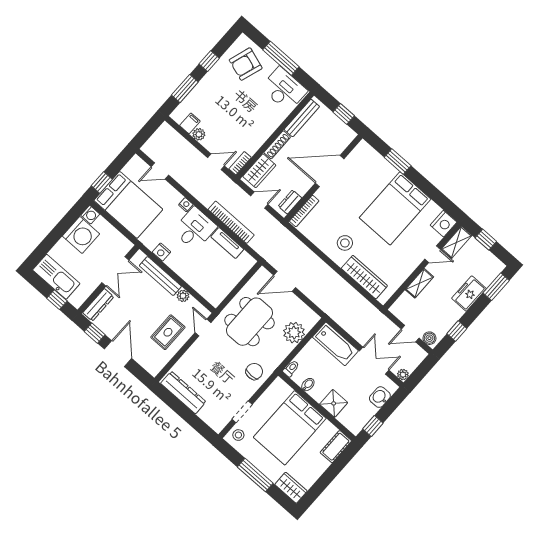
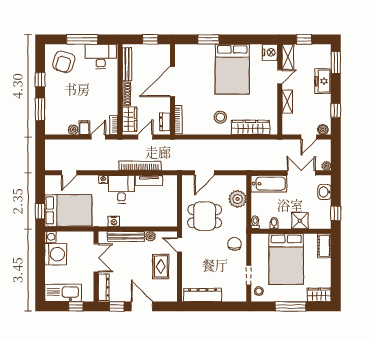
filing cabinet: (190, 123) -> (84, 128), moved
dining table: (249, 322) -> (205, 216), width x0.73

